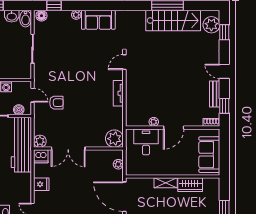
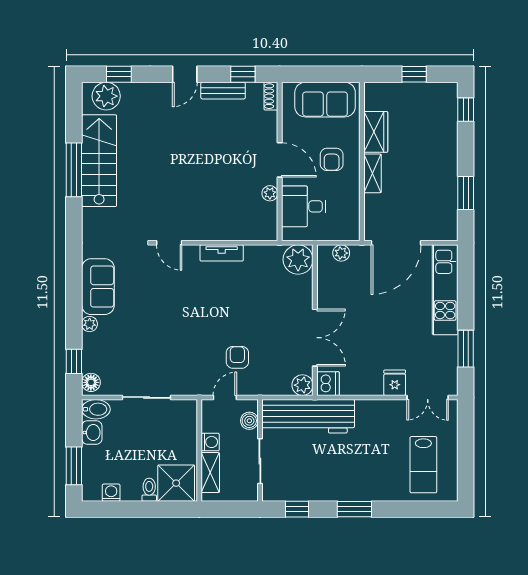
armchair: (174, 159) -> (332, 159), added
fridge: (41, 184) -> (395, 383), moved

